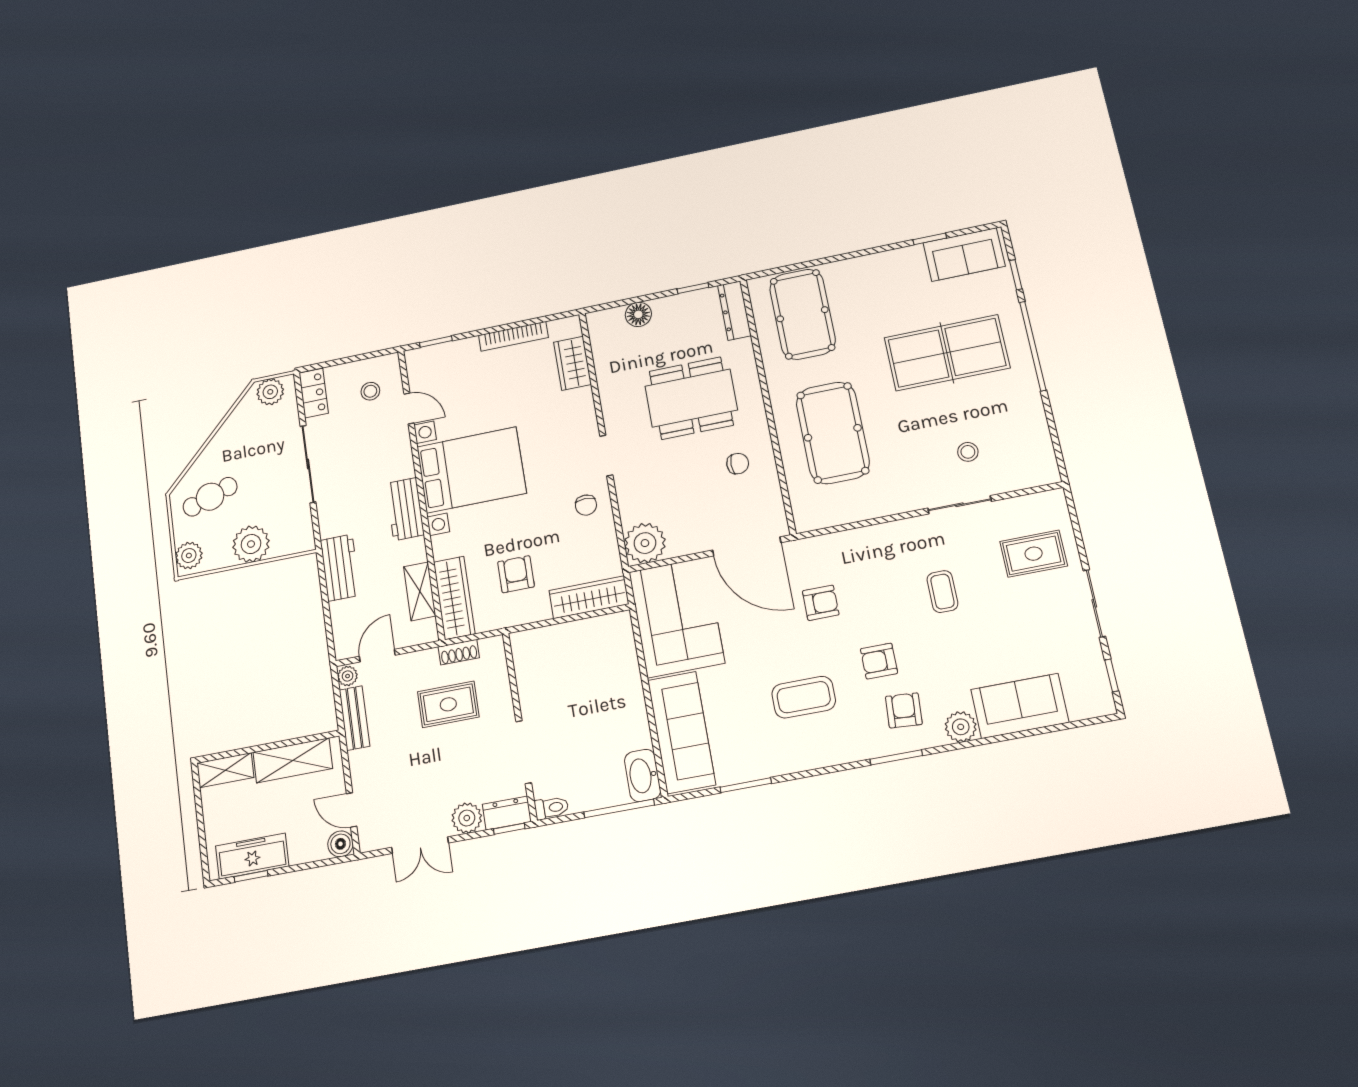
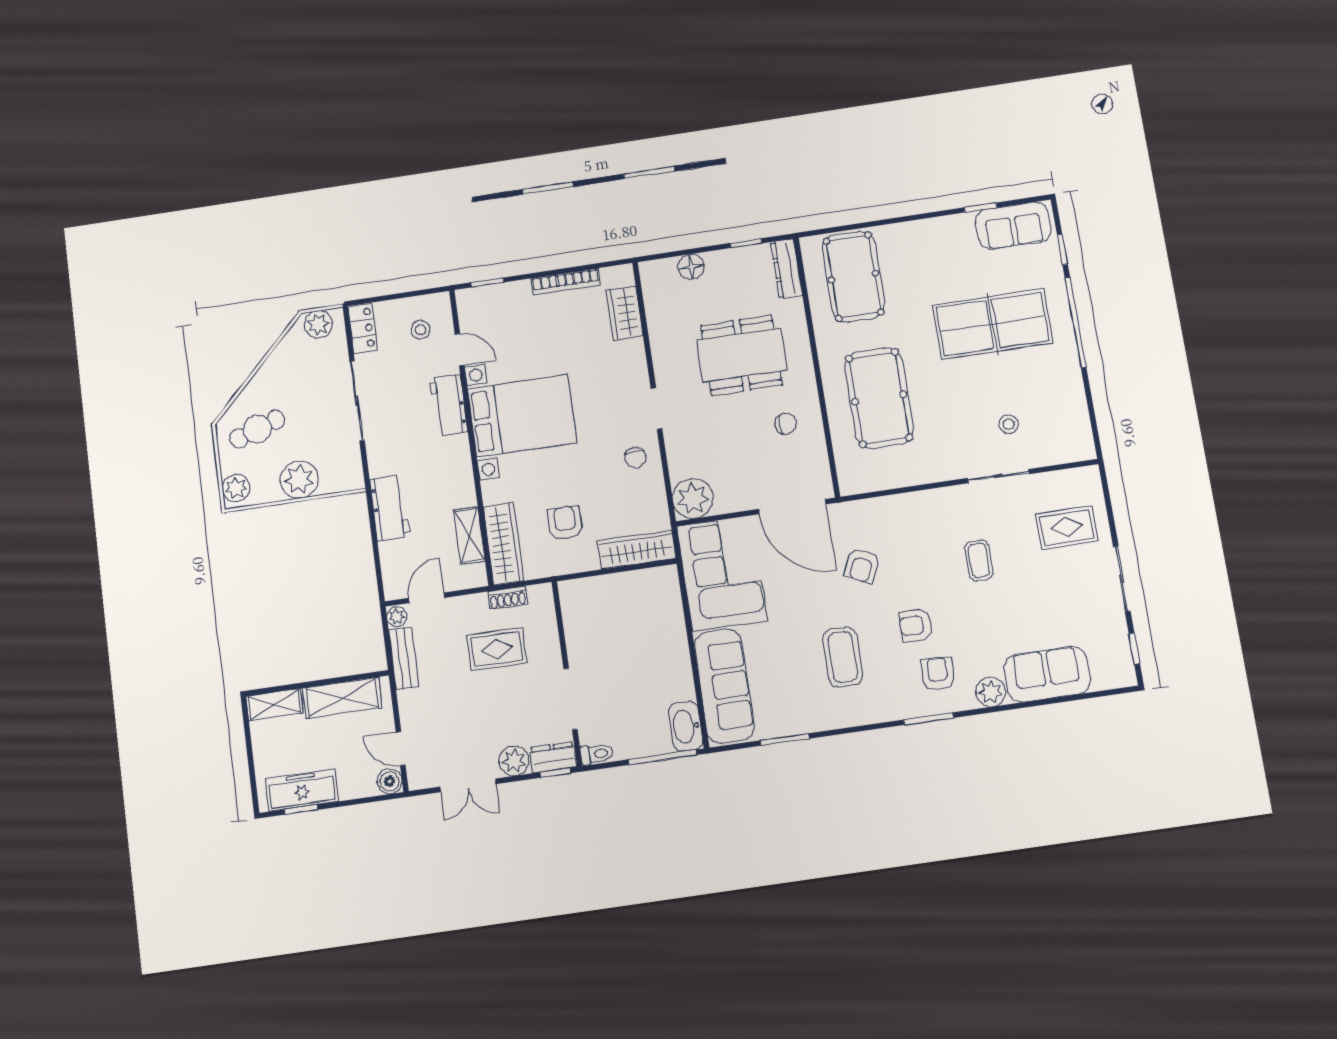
workbench: (405, 509) -> (449, 405), moved
armchair: (821, 603) -> (862, 566), turned 115
coffee table: (804, 697) -> (843, 657), turned 90

